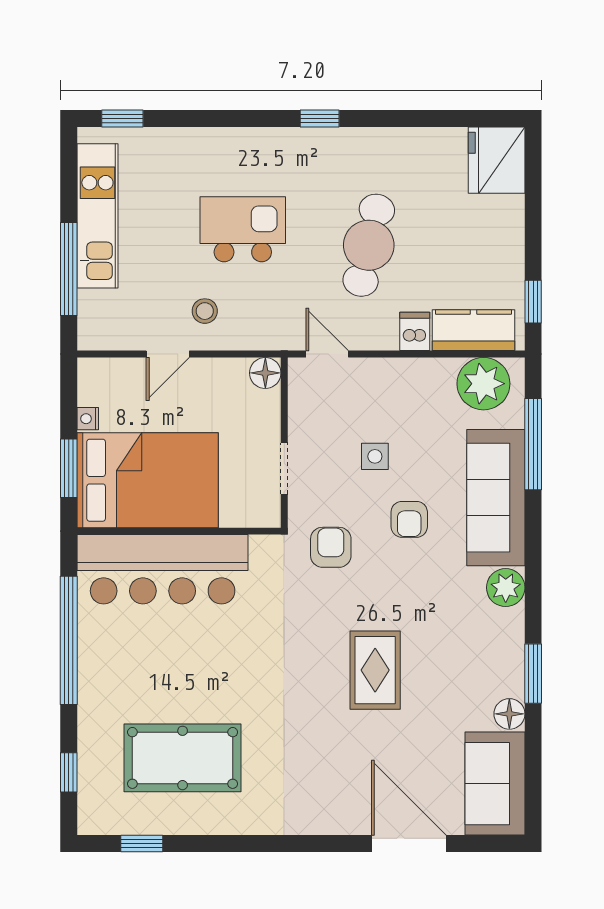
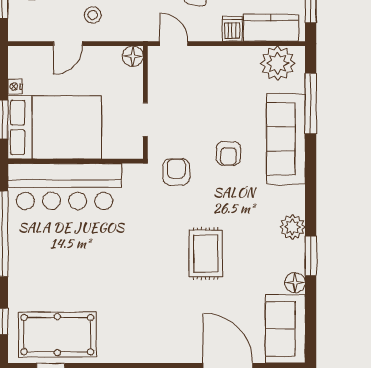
side table: (375, 456) -> (206, 112), removed
plant: (506, 588) -> (292, 227), moved
pool table: (183, 758) -> (57, 335), moved

